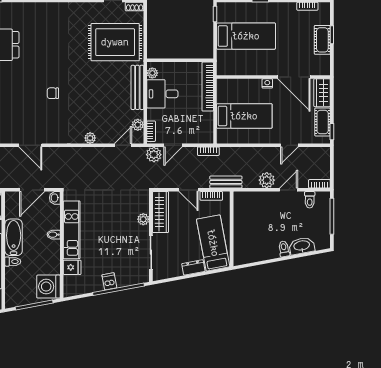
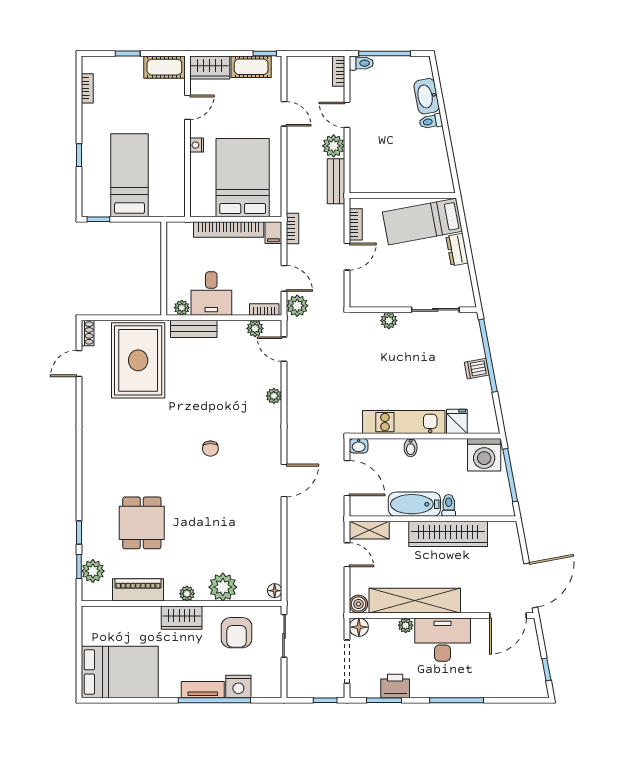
cot: (322, 40) -> (164, 67), moved
door: (294, 77) -> (187, 107), width x0.53
bench: (137, 87) -> (194, 329), width x0.73
bookcase: (208, 87) -> (229, 229), moved
bed: (244, 116) -> (243, 178), width x1.50
filing cabinet: (205, 138) -> (273, 233), added
bench: (226, 182) -> (336, 181), moved
toilet: (310, 200) -> (361, 63), moved
wardrobe: (161, 212) -> (379, 296), removed

